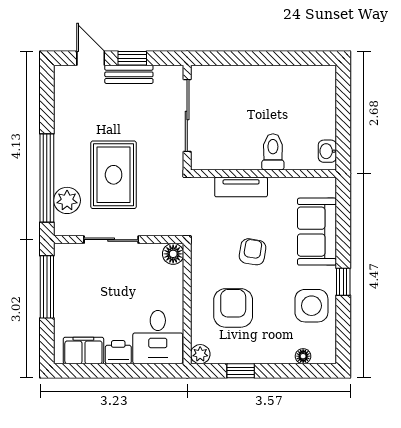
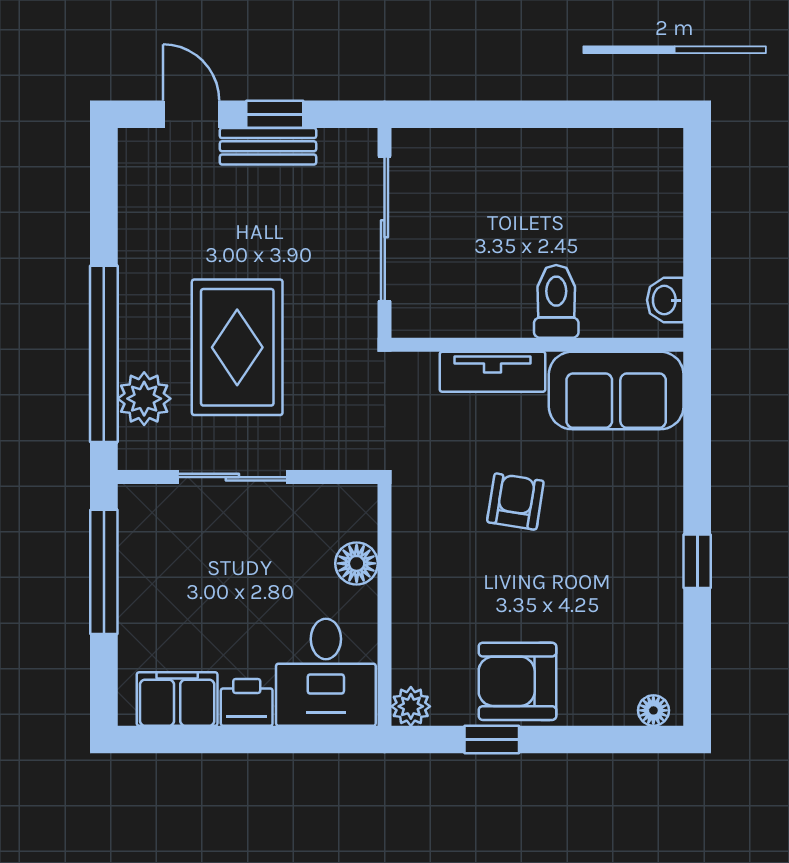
sofa: (317, 232) -> (616, 390), moved, turned -90
floor lamp: (173, 254) -> (357, 563), moved
side table: (311, 306) -> (633, 609), removed
armchair: (233, 308) -> (517, 681), moved, turned -90
floor lamp: (303, 356) -> (653, 710), moved

